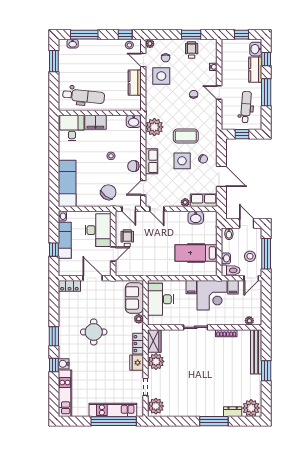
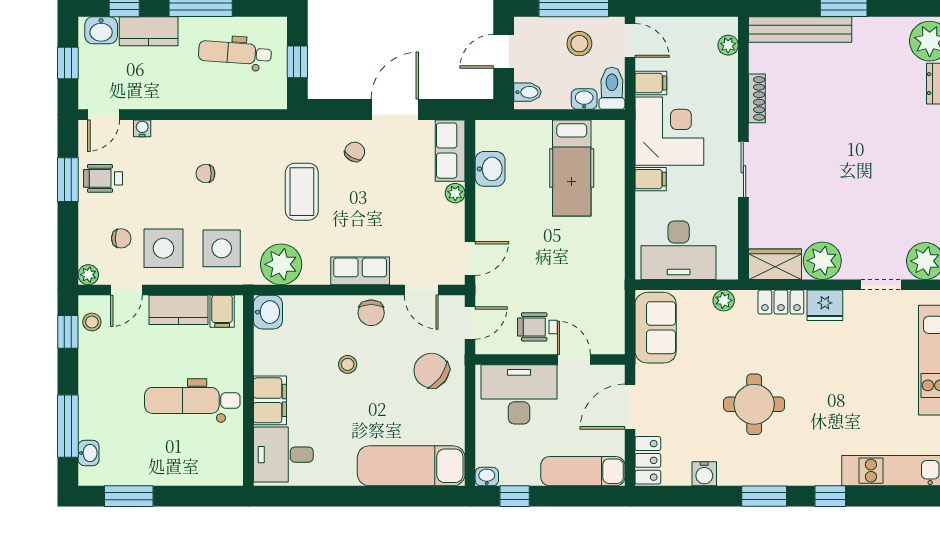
door: (219, 92) -> (104, 115), moved
dental chair: (84, 96) -> (192, 400), moved, turned -96
filing cabinet: (134, 101) -> (222, 311), added
side table: (182, 161) -> (222, 248), moved
exam couch: (65, 240) -> (583, 471), moved
window: (54, 250) -> (515, 496), moved
sofa: (134, 298) -> (656, 328), moved, turned -90
water cooler: (64, 364) -> (704, 474), moved

